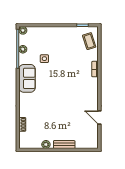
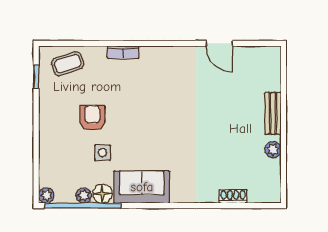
armchair: (62, 54) -> (92, 118), added
floor lamp: (24, 59) -> (103, 194), added
door: (99, 117) -> (219, 43), hinge flipped

